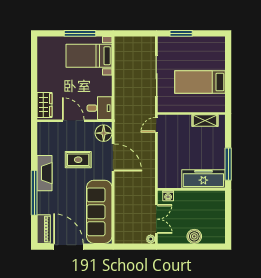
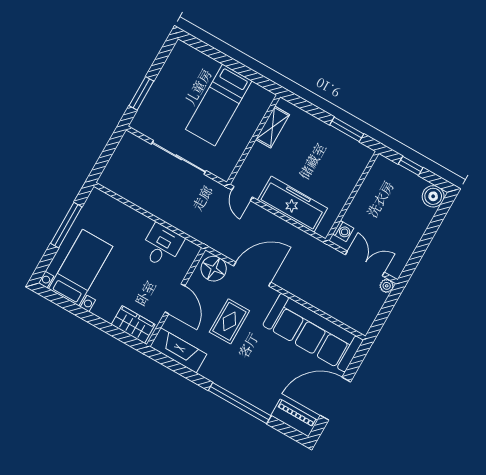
bed with nightstands: (89, 56) -> (81, 268), moved, turned 180
desk: (100, 108) -> (162, 246), moved
door: (73, 121) -> (175, 299), swing flipped
window: (228, 164) -> (347, 129), width x0.69
fireplace: (44, 173) -> (178, 350), moved
freezer: (203, 179) -> (293, 204), moved, turned 90
window: (228, 213) -> (411, 166), added
boiler: (194, 236) -> (433, 196), moved

